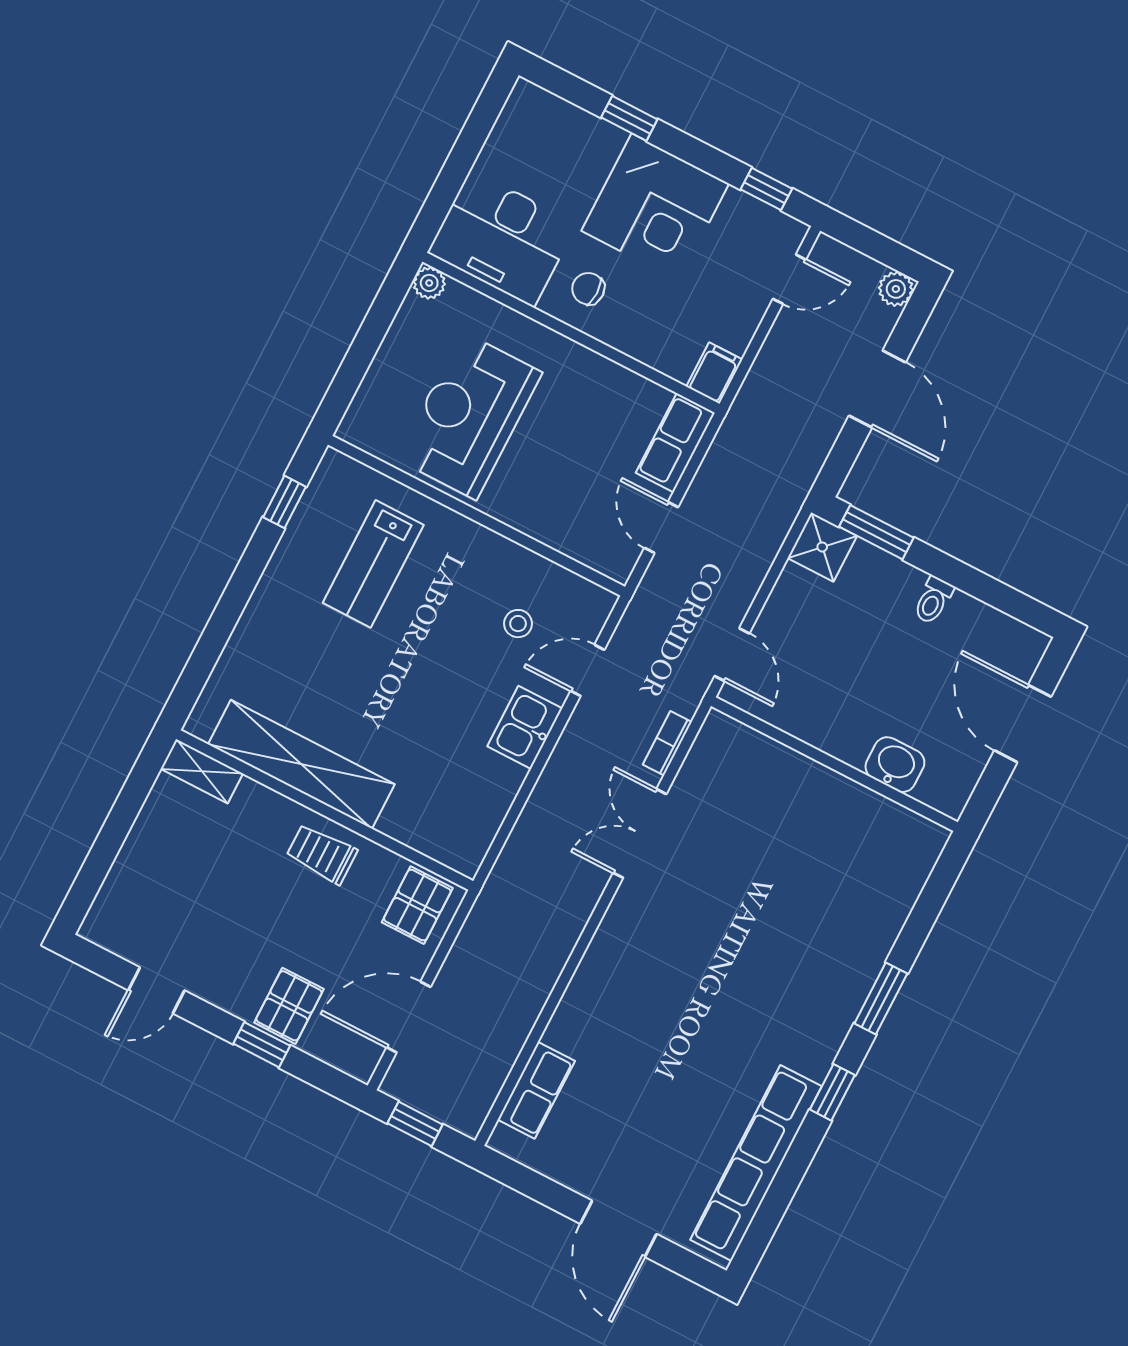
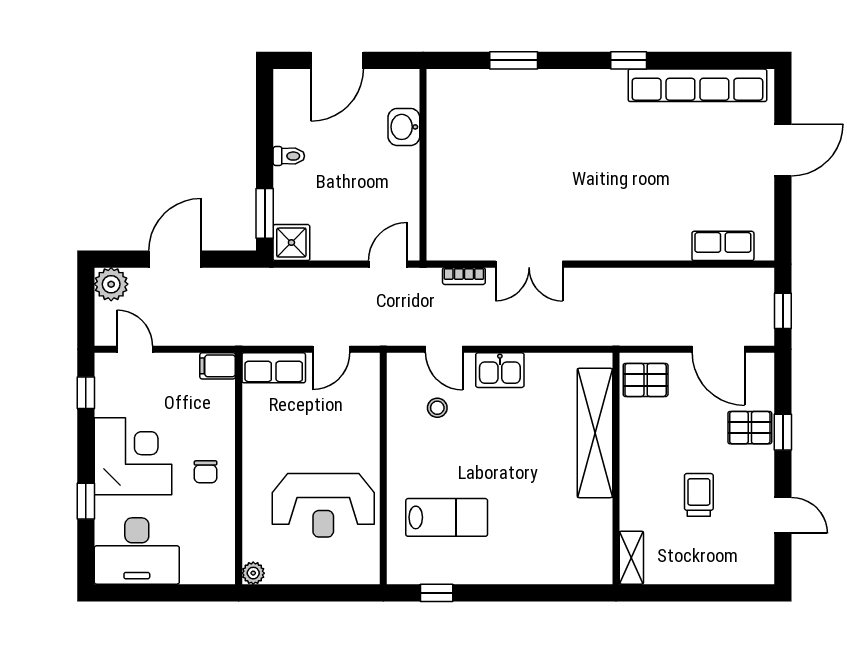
desk: (502, 238) -> (137, 551), moved, turned 90
plant: (896, 289) -> (111, 284), width x1.38, depth x1.38
shelving: (301, 764) -> (595, 433), moved
trolley: (322, 854) -> (699, 495), moved, turned 180
window: (881, 998) -> (514, 60), moved

